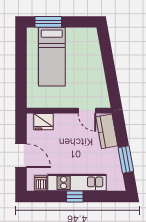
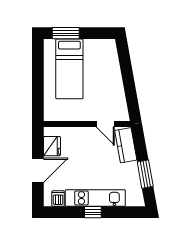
fridge: (44, 122) -> (52, 146), moved, turned -90
door: (21, 156) -> (38, 170), hinge flipped

